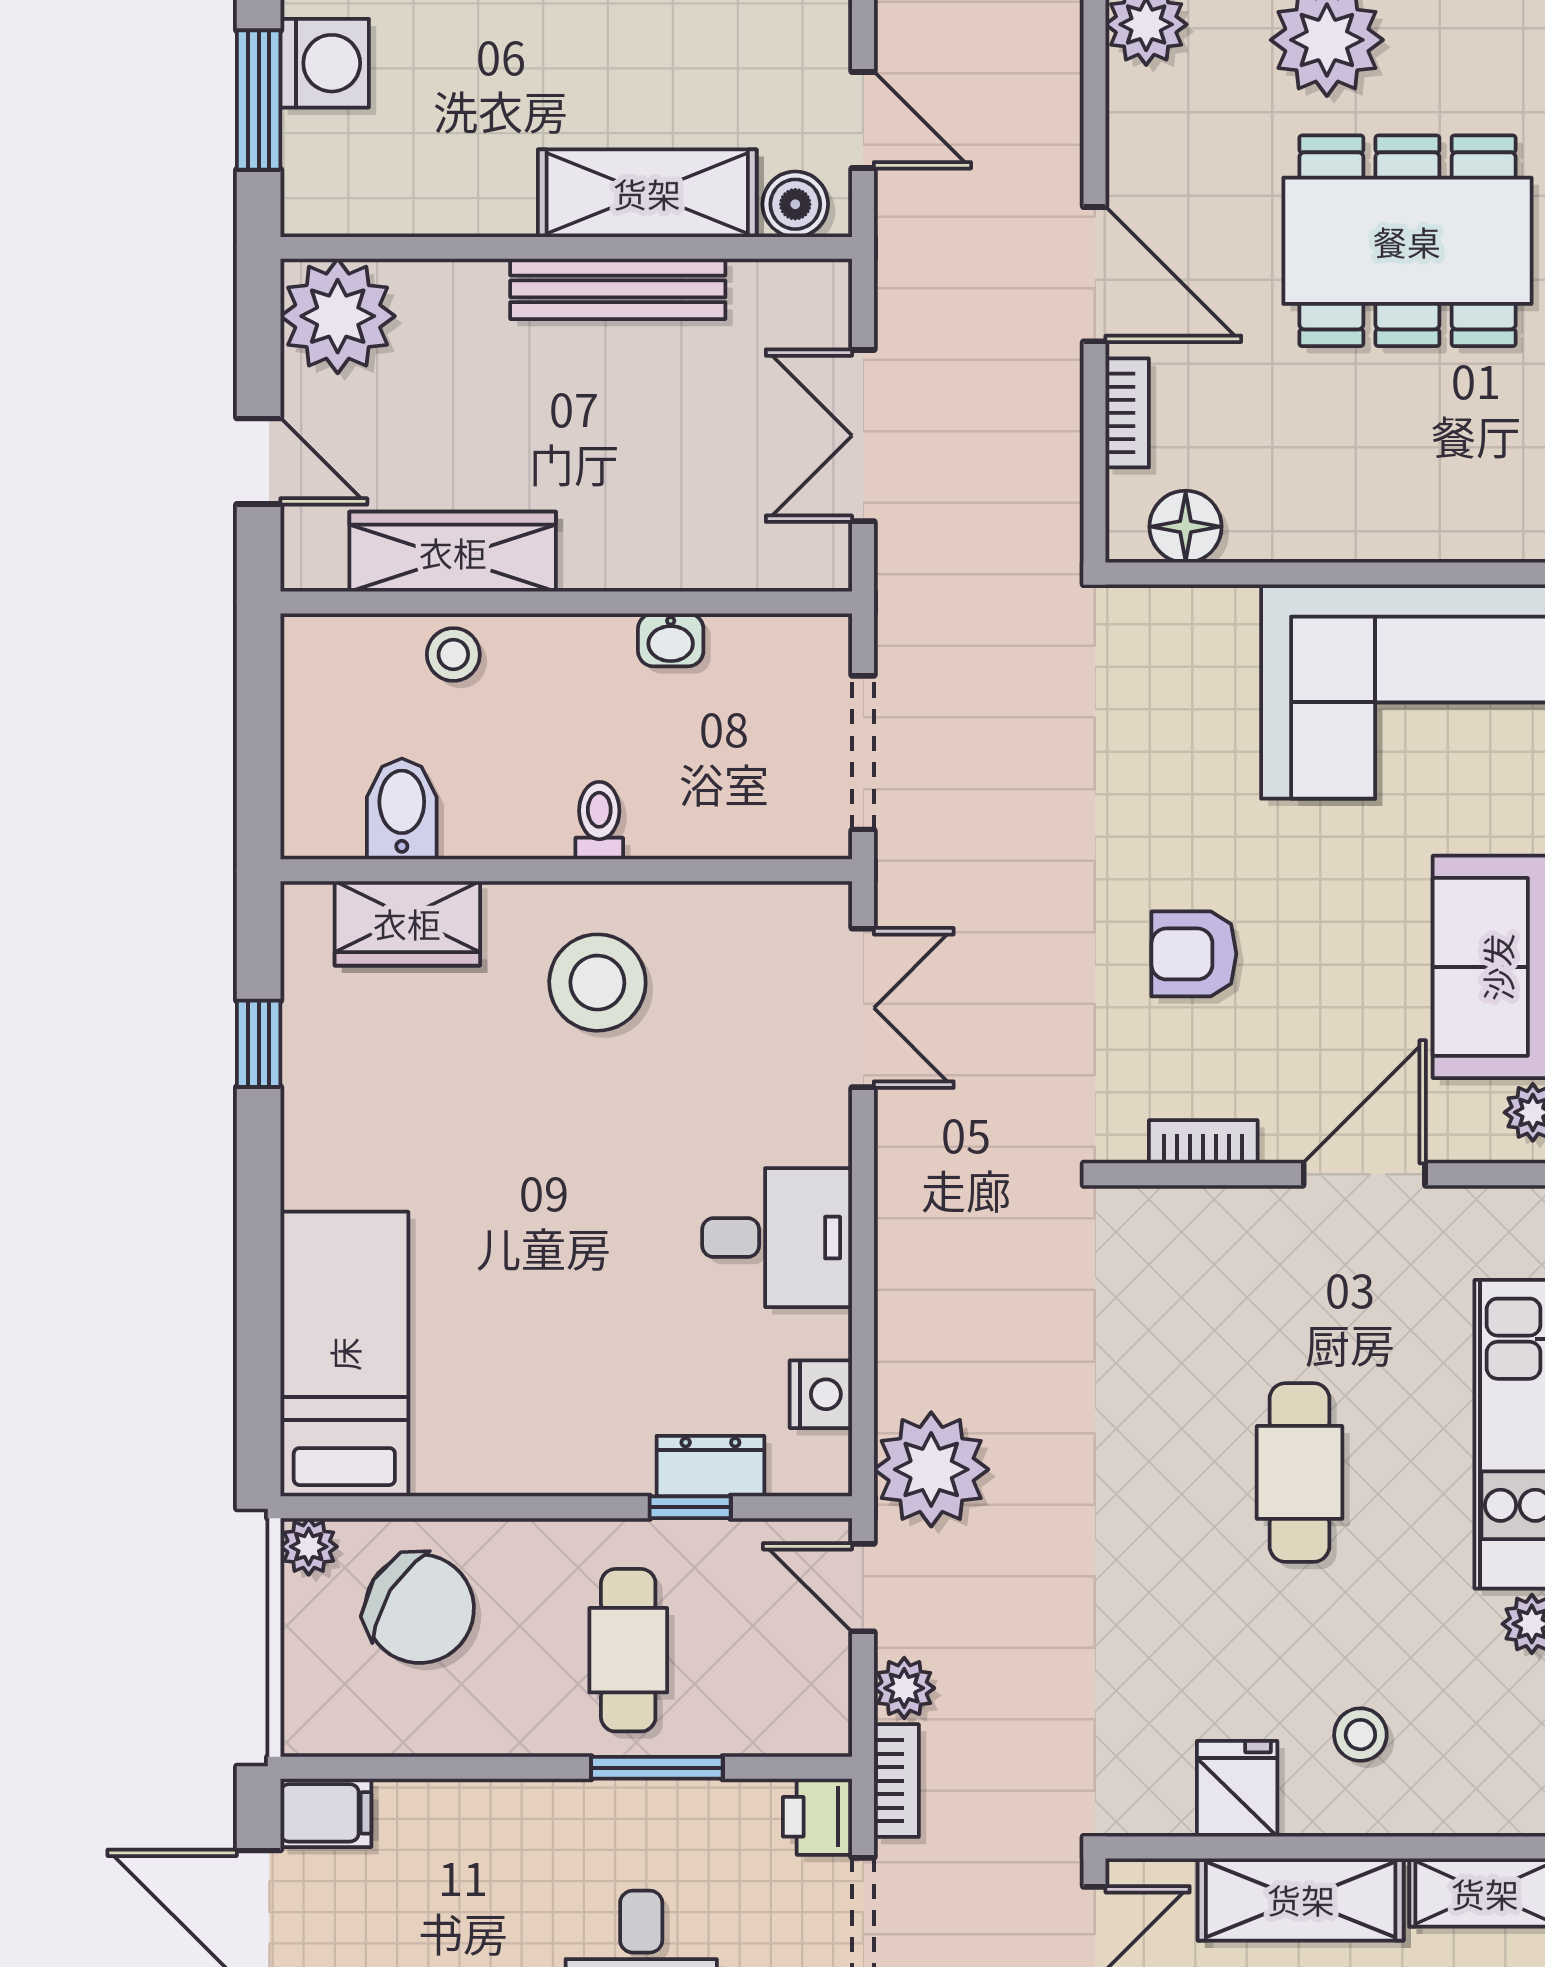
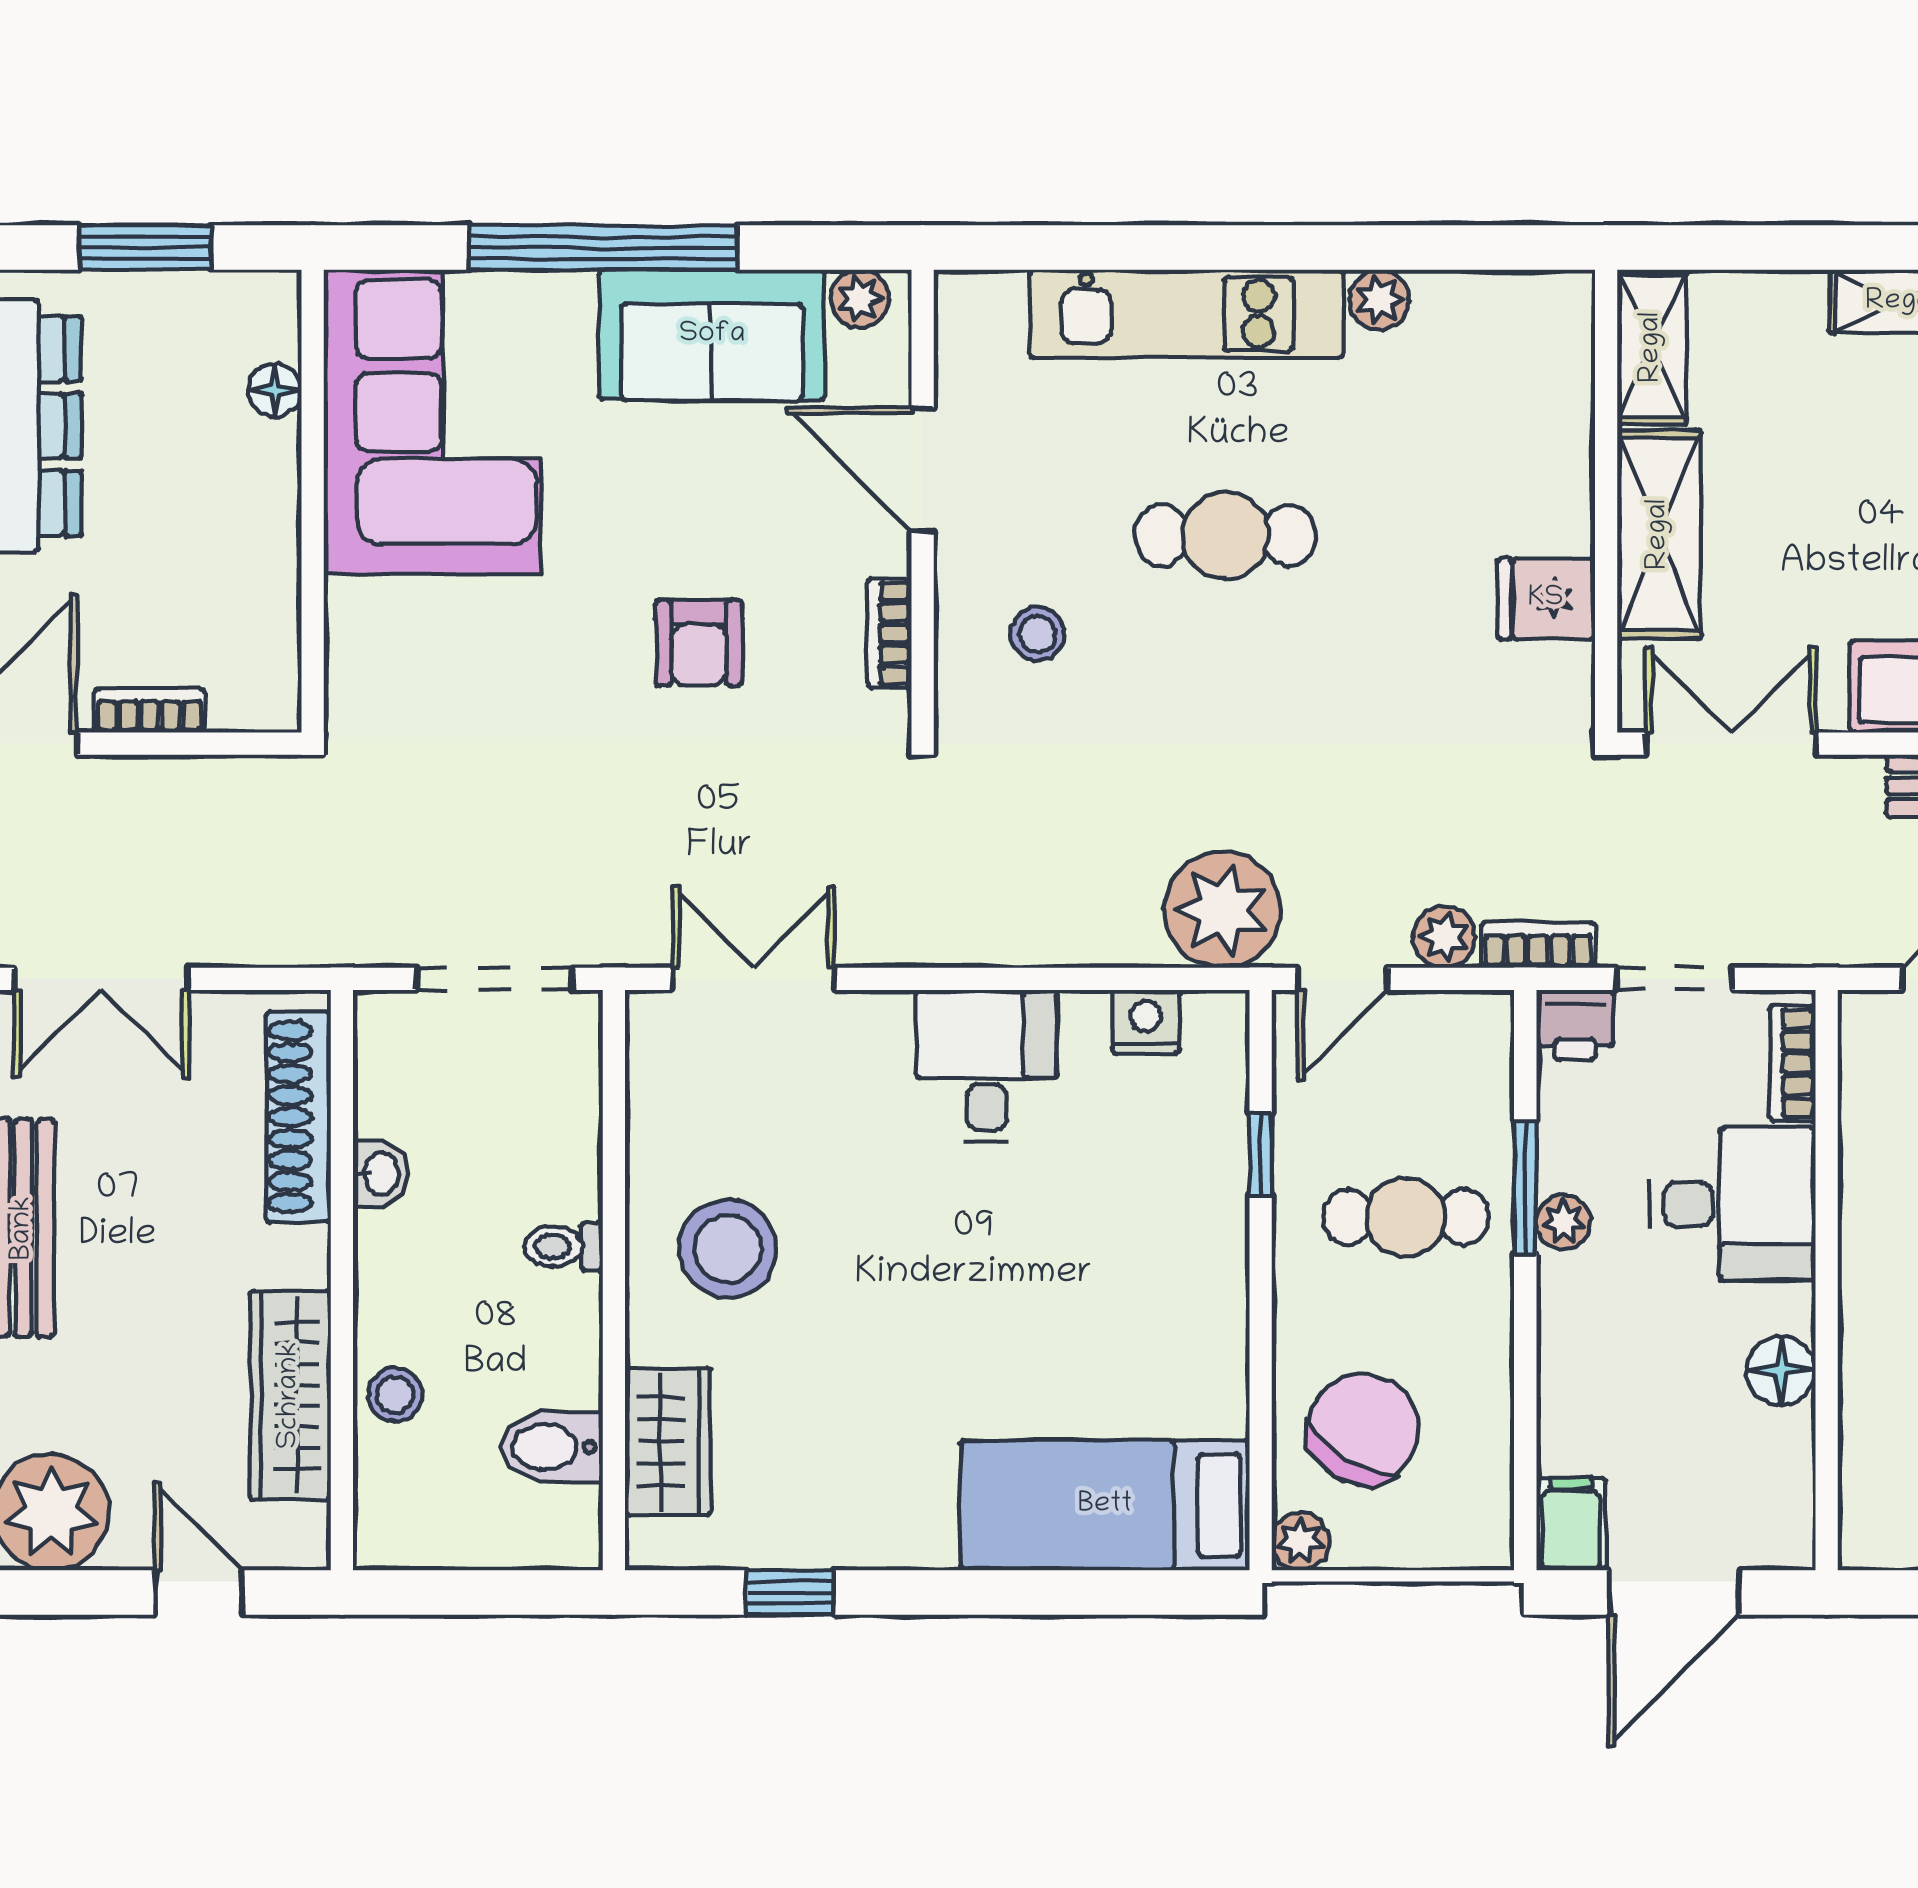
double door: (863, 436) -> (101, 979), moved
door: (259, 461) -> (198, 1592), hinge flipped
floor lamp: (1186, 527) -> (275, 390), moved, width x0.73, depth x0.73
shoe rack: (727, 560) -> (298, 1117), added
dresser: (710, 1466) -> (1219, 1134), removed
stool: (1360, 1735) -> (1037, 634), moved
plant: (623, 1806) -> (1564, 1222), added

